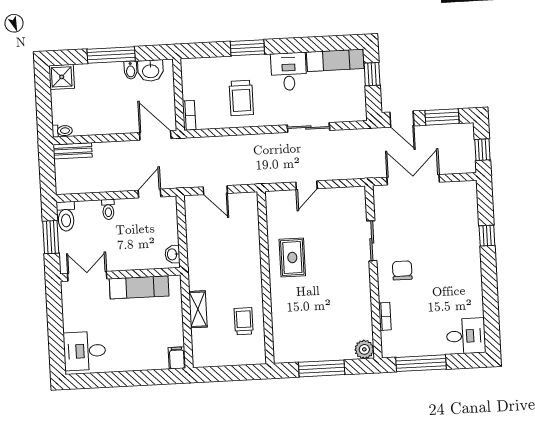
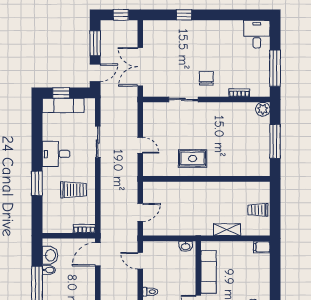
exam couch: (335, 60) -> (63, 105), moved, turned 90
chair: (402, 270) -> (206, 78), turned 90
trolley: (244, 321) -> (258, 210), moved

